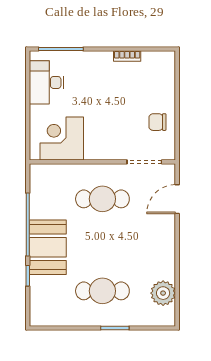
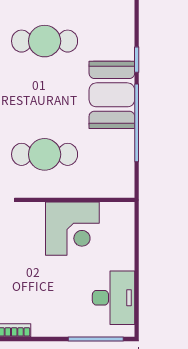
corner desk: (62, 139) -> (72, 229), moved

